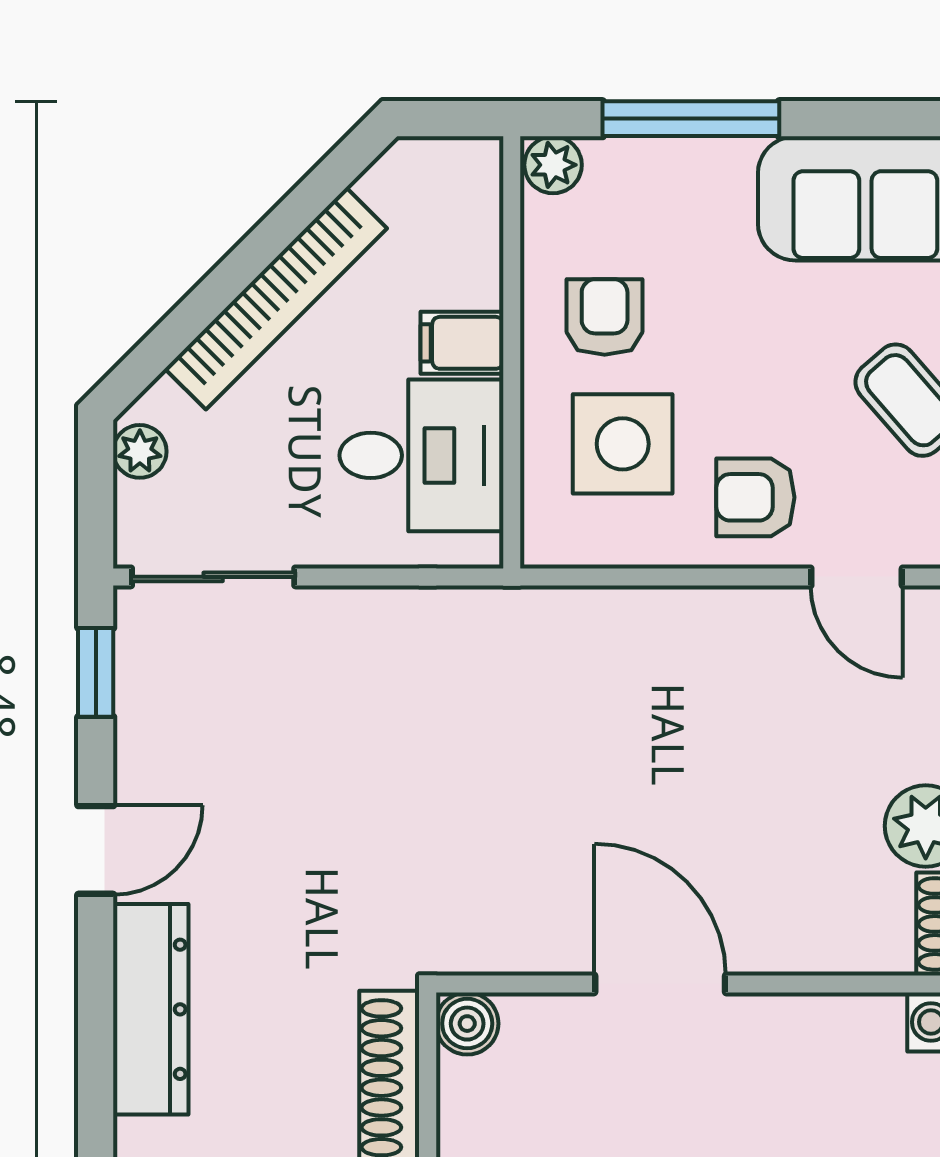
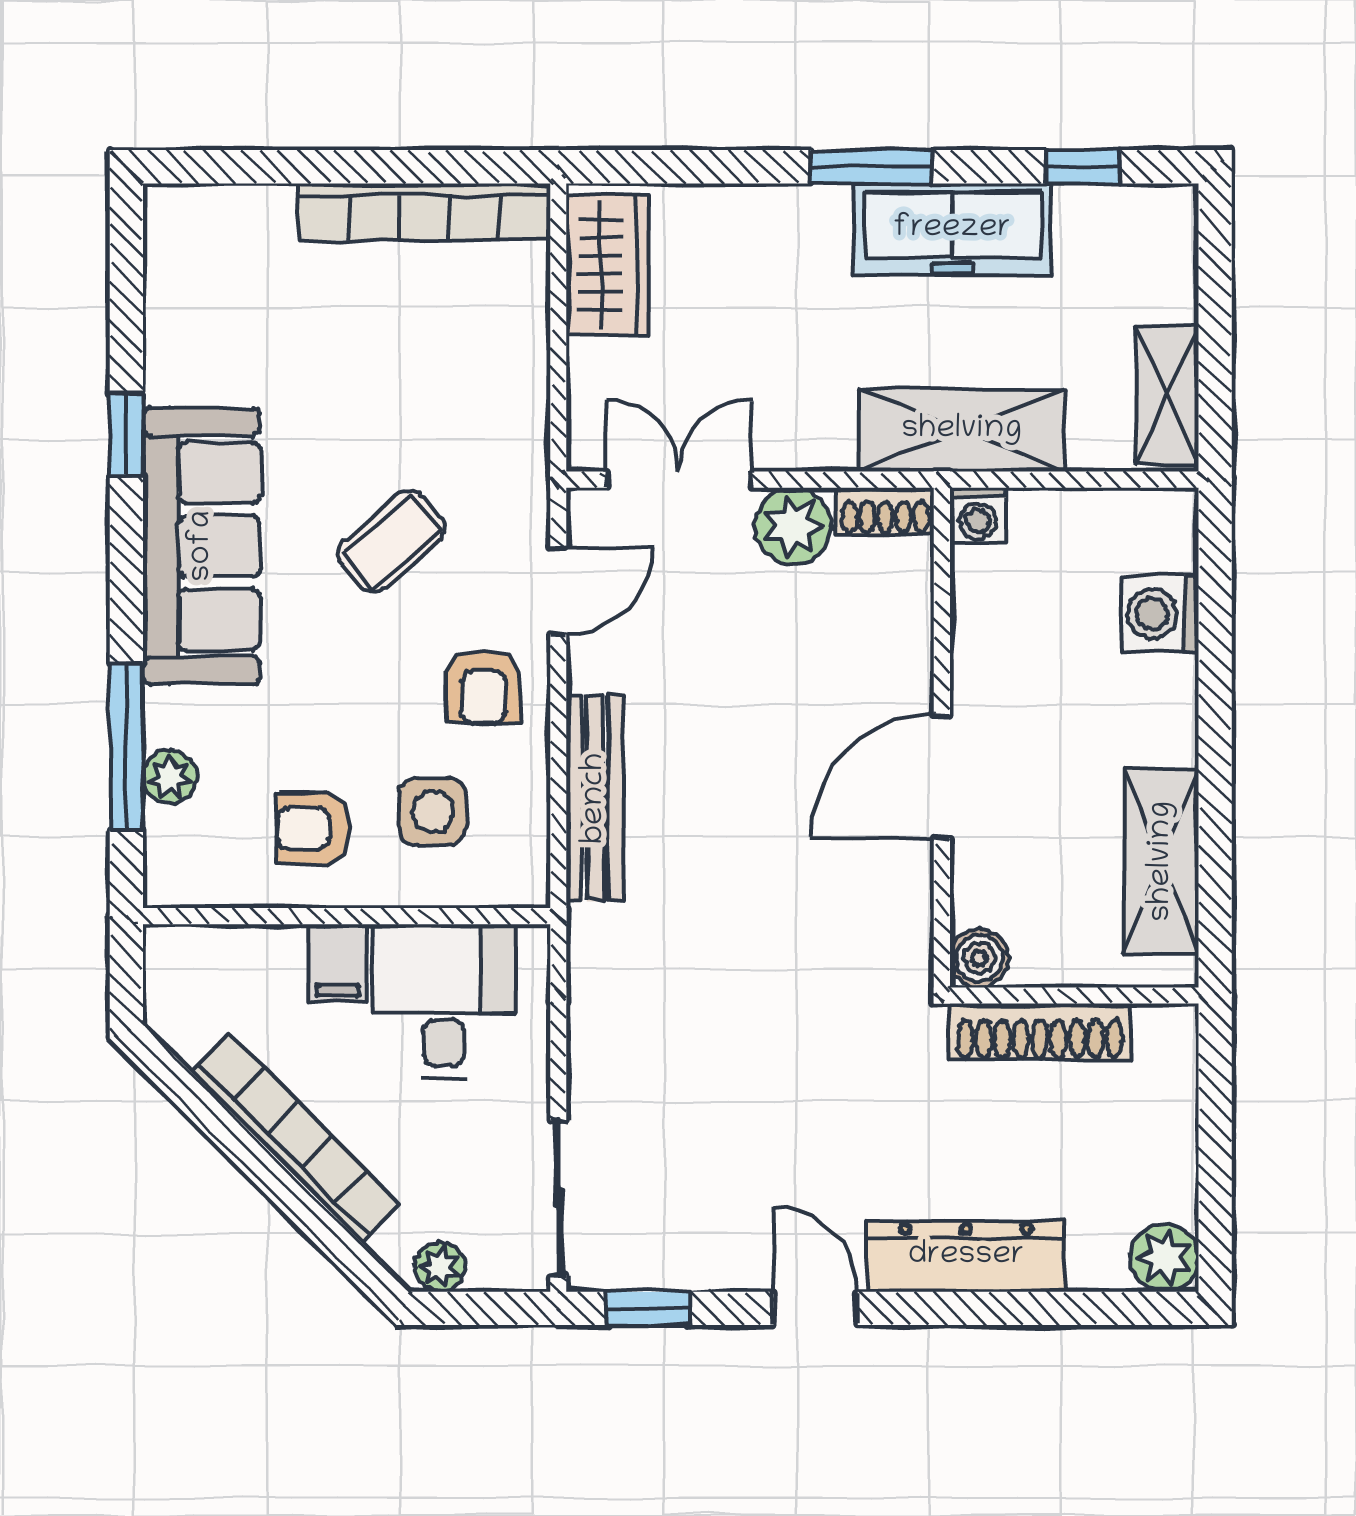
plant: (553, 165) -> (170, 777), moved
side table: (623, 444) -> (433, 812), width x0.73, depth x0.73
bench: (637, 616) -> (595, 798), added

